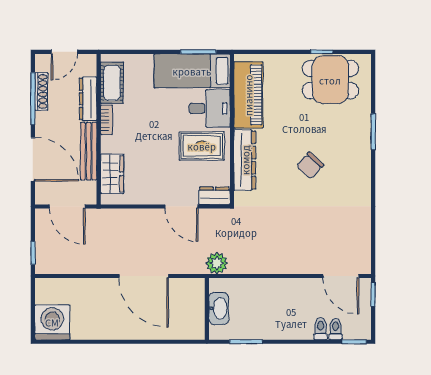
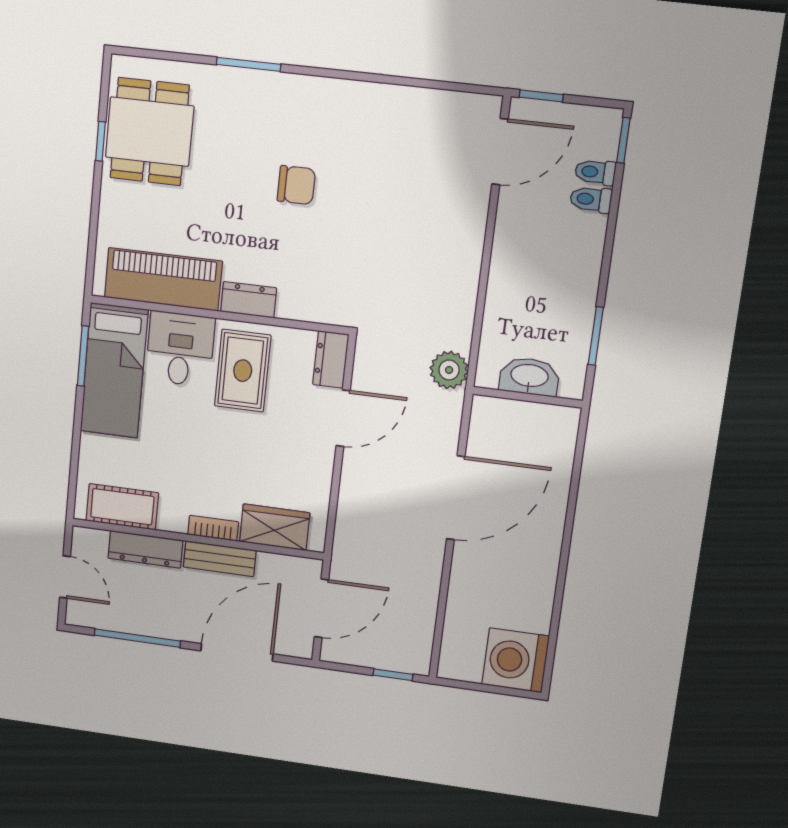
shoe rack: (41, 92) -> (127, 623), removed
bookcase: (106, 120) -> (213, 528), moved
bench: (89, 151) -> (220, 559), width x0.73
dresser: (245, 160) -> (249, 300), width x0.51, depth x0.80
chair: (310, 166) -> (296, 185), turned -42

